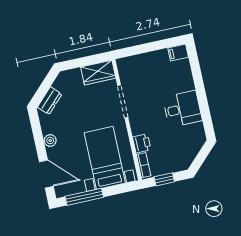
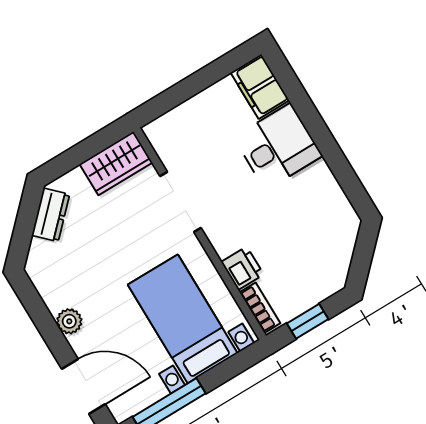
filing cabinet: (178, 53) -> (260, 87), width x2.00
dresser: (50, 101) -> (51, 215), moved
desk: (182, 109) -> (278, 147), moved

